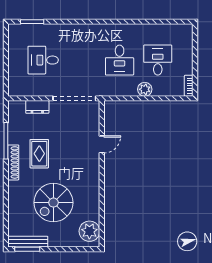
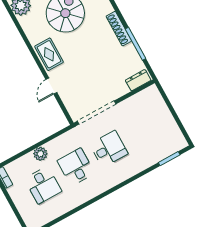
desk: (43, 60) -> (109, 149), moved
dresser: (37, 107) -> (138, 80), moved
rug: (39, 154) -> (49, 54), moved

